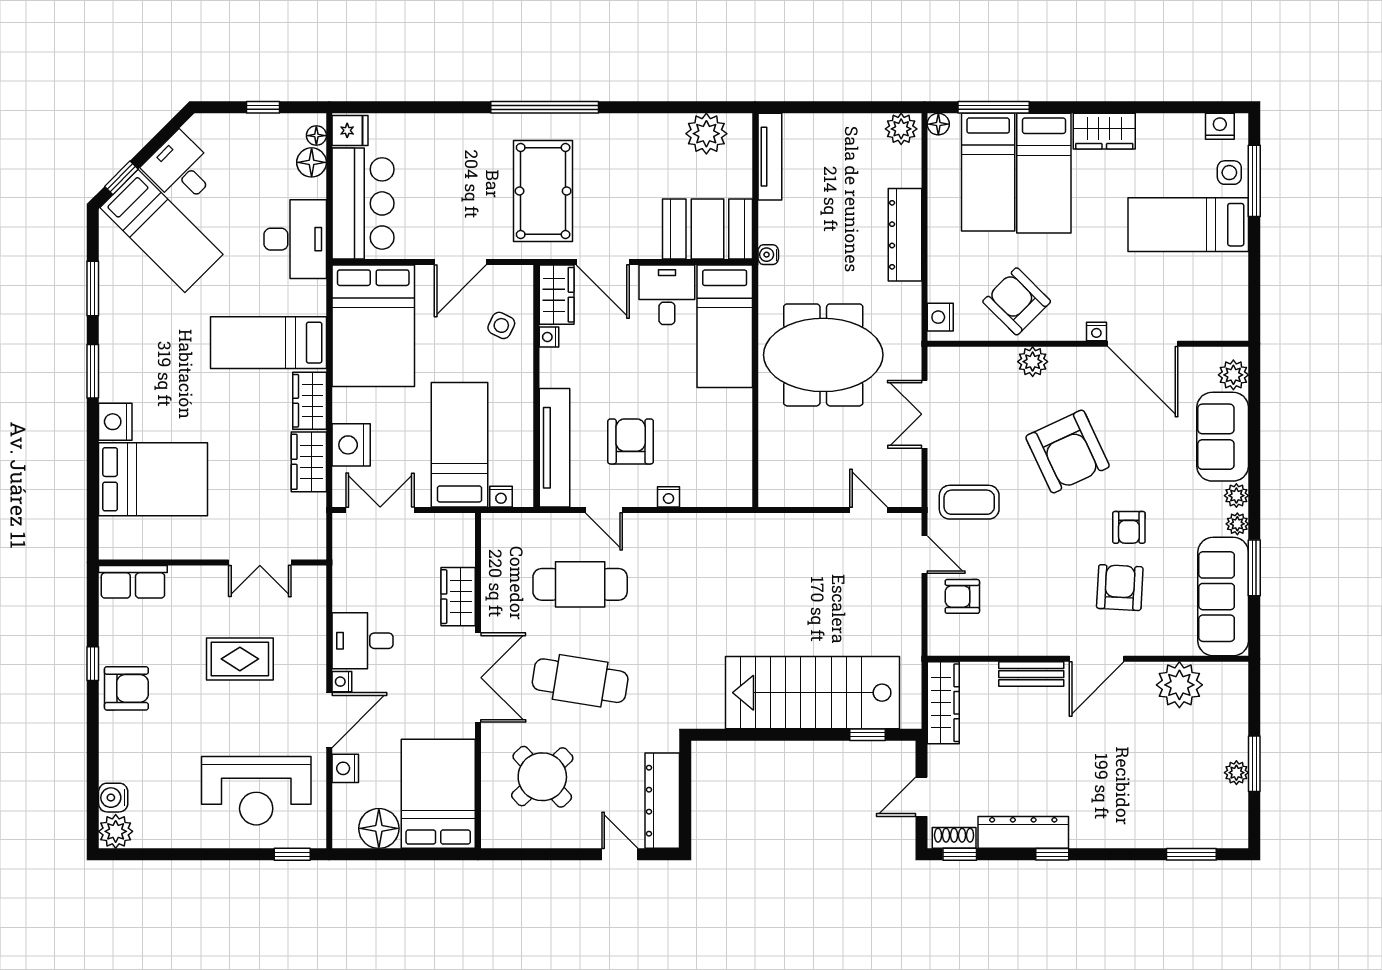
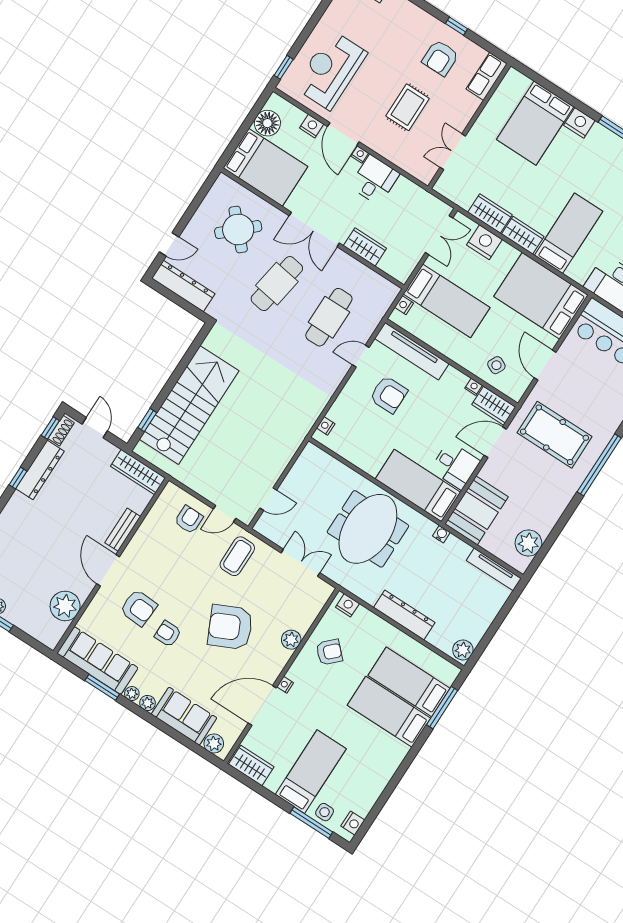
floor lamp: (938, 124) -> (452, 672), removed
wardrobe: (1104, 131) -> (251, 766), moved, turned 90
armchair: (1017, 301) -> (329, 652), width x0.72, depth x0.72
nightstand: (669, 497) -> (326, 426), moved
armchair: (126, 688) -> (440, 58), moved

